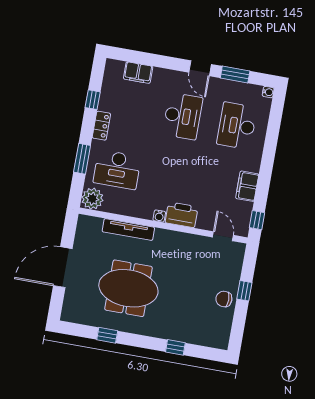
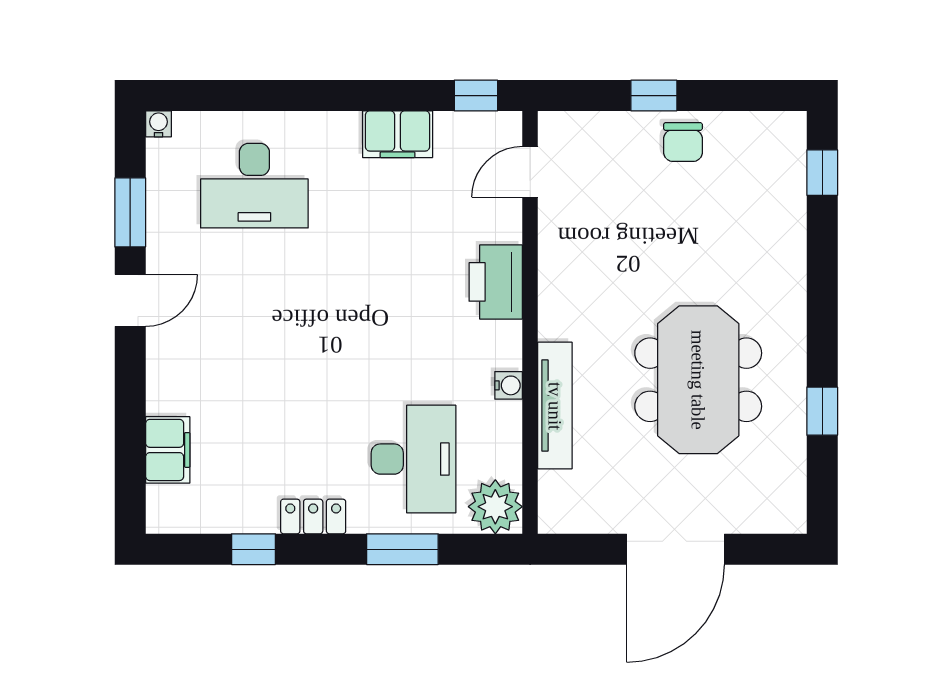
desk: (183, 116) -> (254, 322), removed
water cooler: (159, 216) -> (509, 385), moved
door: (63, 267) -> (675, 549), hinge flipped
window: (175, 347) -> (822, 173), moved

